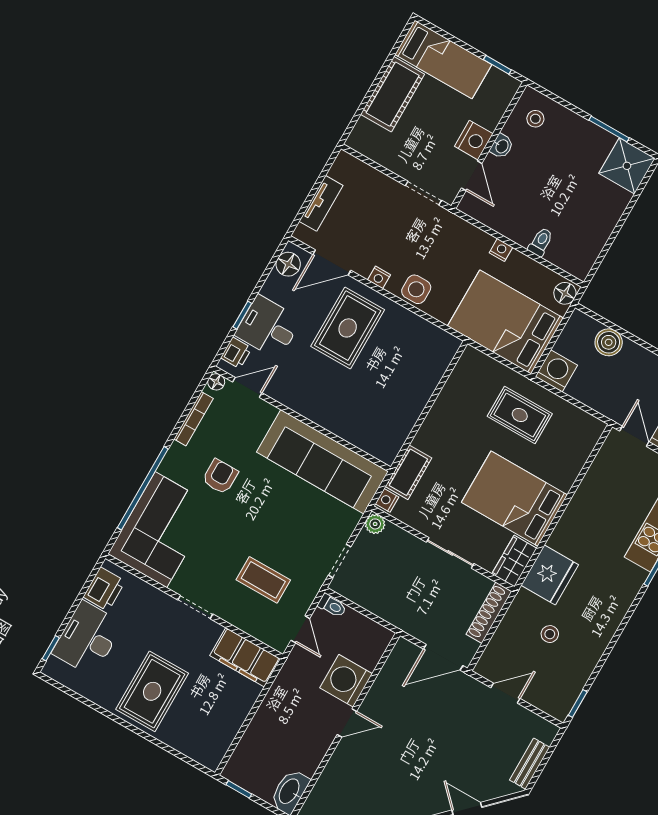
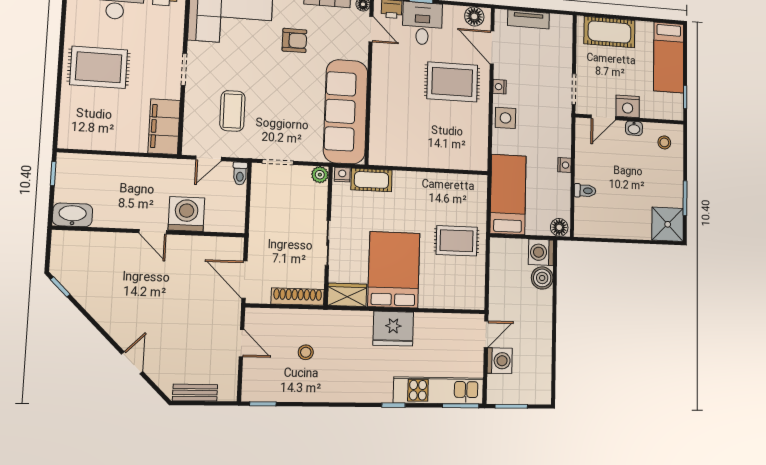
cot: (393, 94) -> (609, 32), moved
bed: (505, 322) -> (508, 194), width x0.67
washing machine: (556, 371) -> (541, 252), moved, turned 180
rug: (520, 415) -> (457, 241), turned 90
fridge: (550, 575) -> (393, 329), moved

